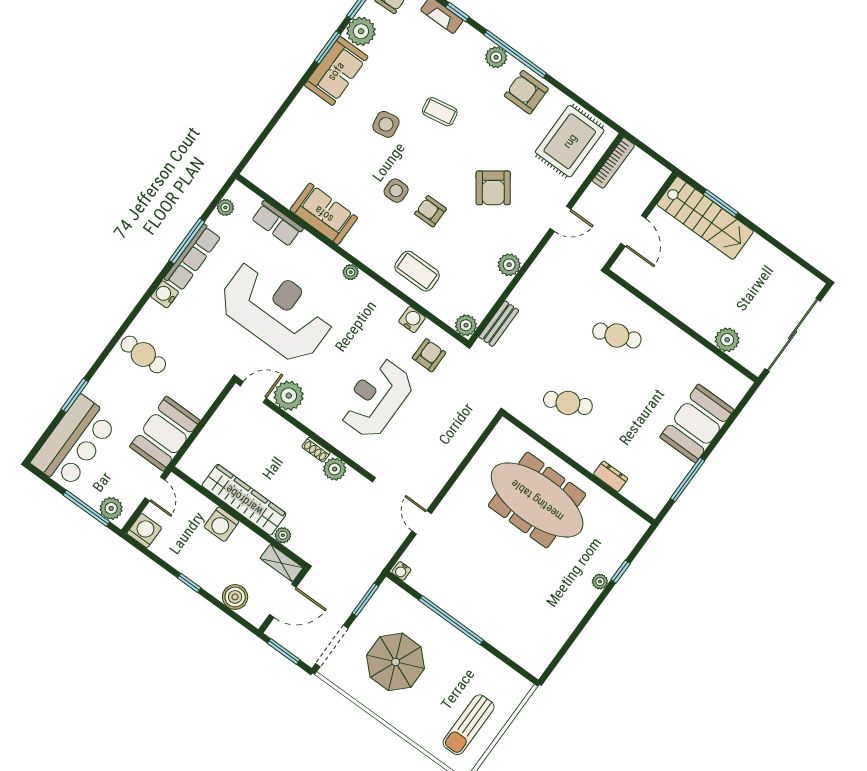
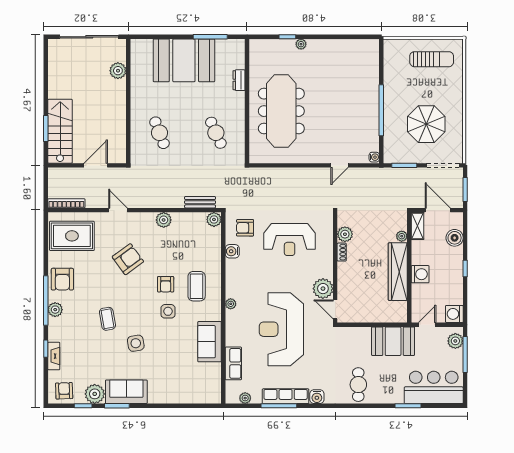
coffee table: (417, 271) -> (197, 286), moved
booth: (697, 423) -> (184, 60), width x1.36, depth x1.42

